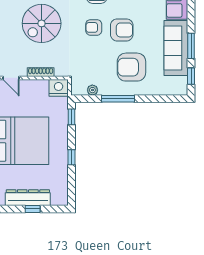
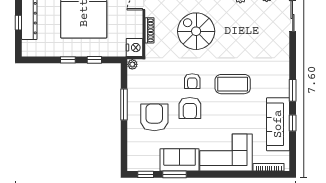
armchair: (94, 27) -> (192, 81), turned 180
sofa: (176, 48) -> (180, 160), width x0.73
plant: (92, 90) -> (132, 64), moved
window: (71, 117) -> (94, 60), moved

